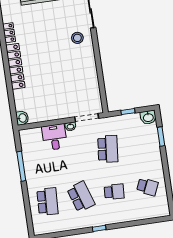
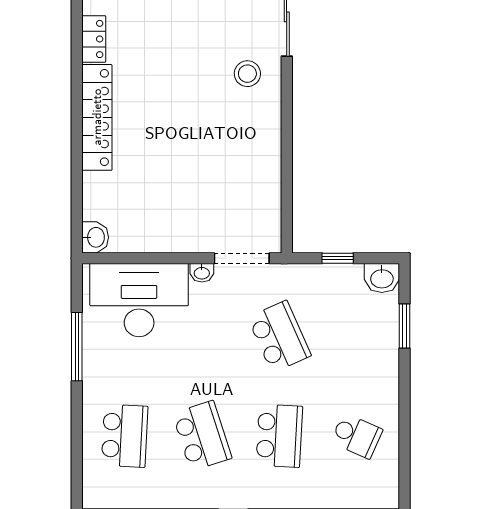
desk: (54, 137) -> (139, 300), width x1.87, depth x1.30
school desk: (108, 149) -> (279, 336), turned -30
school desk: (114, 192) -> (279, 436), width x1.85

